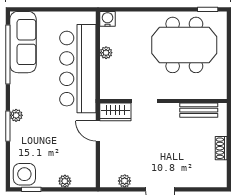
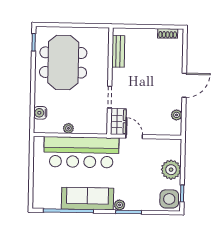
water cooler: (108, 19) -> (40, 113), moved
sofa: (23, 42) -> (87, 199), moved
door: (98, 131) -> (134, 136), swing flipped
shoe rack: (221, 148) -> (168, 33), moved
plant: (65, 181) -> (171, 170), width x1.88, depth x1.88

